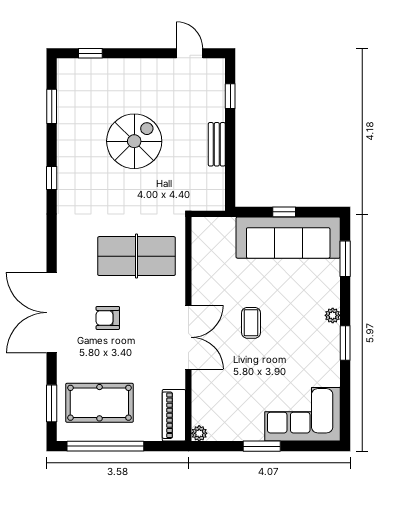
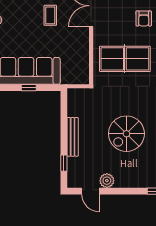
plant: (164, 69) -> (107, 181), added
bench: (217, 144) -> (73, 137), width x1.36
armchair: (108, 318) -> (144, 18), turned 90

